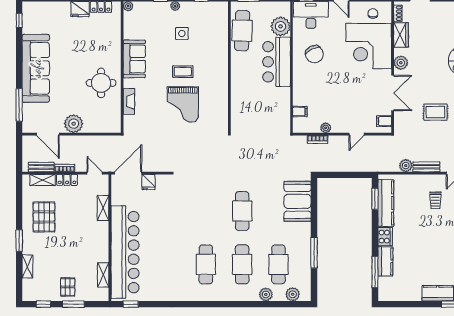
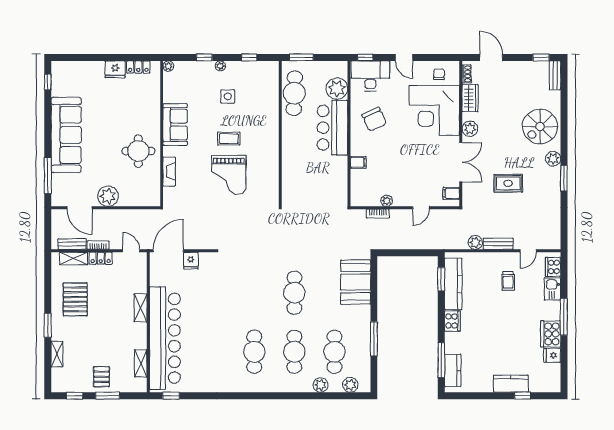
filing cabinet: (300, 112) -> (358, 162), moved
shelving: (103, 208) -> (140, 308), moved
kitchen counter: (385, 261) -> (453, 370), moved

